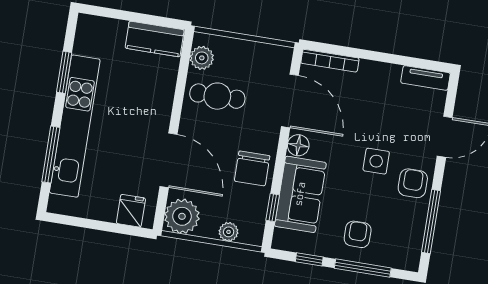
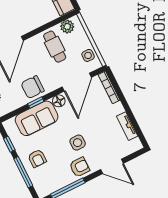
side table: (264, 58) -> (88, 55), added
tv unit: (426, 78) -> (127, 126), moved
window: (273, 208) -> (36, 103), moved
armchair: (358, 234) -> (37, 158), turned 90

